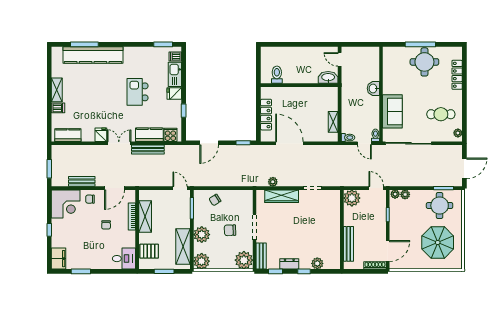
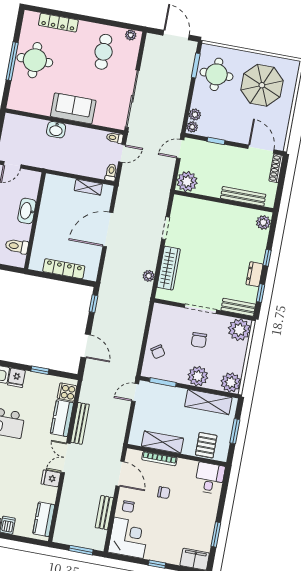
washbasin: (328, 77) -> (27, 211), moved
sofa: (392, 111) -> (73, 108), moved
door: (289, 143) -> (108, 229), moved
plant: (317, 263) -> (263, 222), moved

